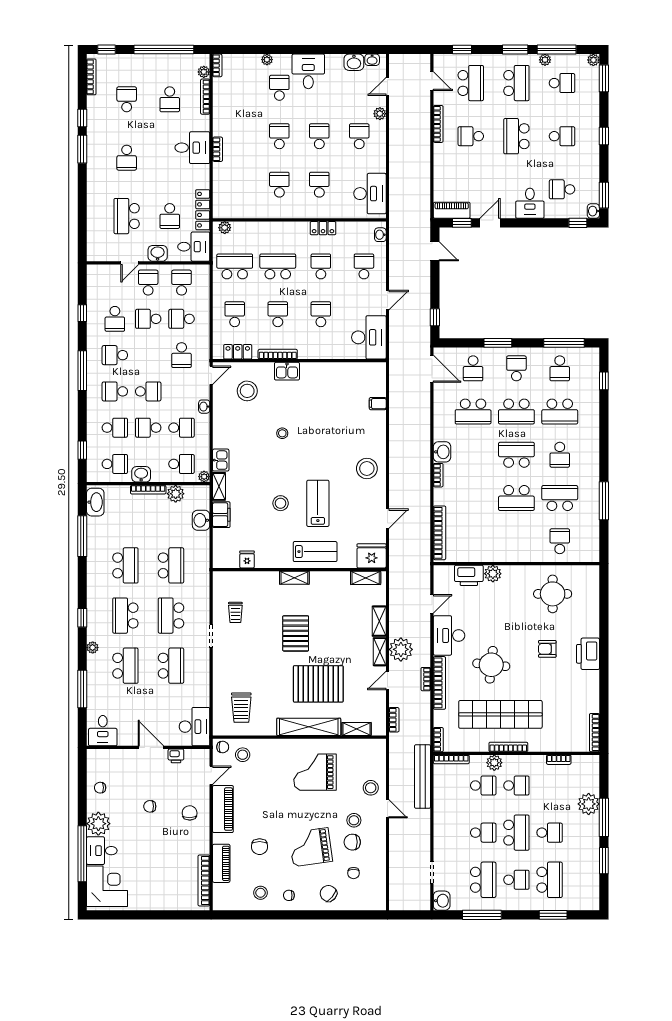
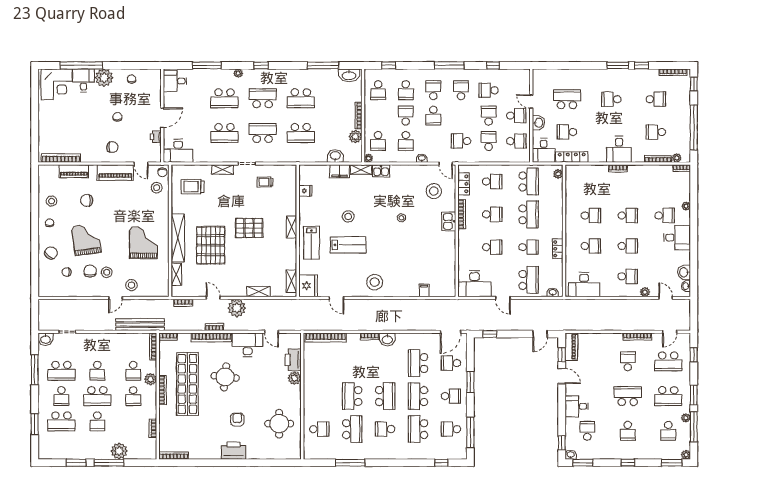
school desk: (364, 266) -> (529, 280), width x1.85
washbasin: (141, 474) -> (370, 110), removed
shelving: (380, 652) -> (223, 170), moved

